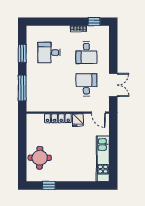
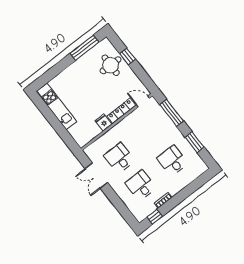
desk: (49, 53) -> (172, 161), turned -90
desk: (86, 85) -> (119, 158), turned 180
door: (98, 113) -> (143, 102), moved
window: (22, 154) -> (128, 56), added
window: (49, 186) -> (84, 48), width x2.17

